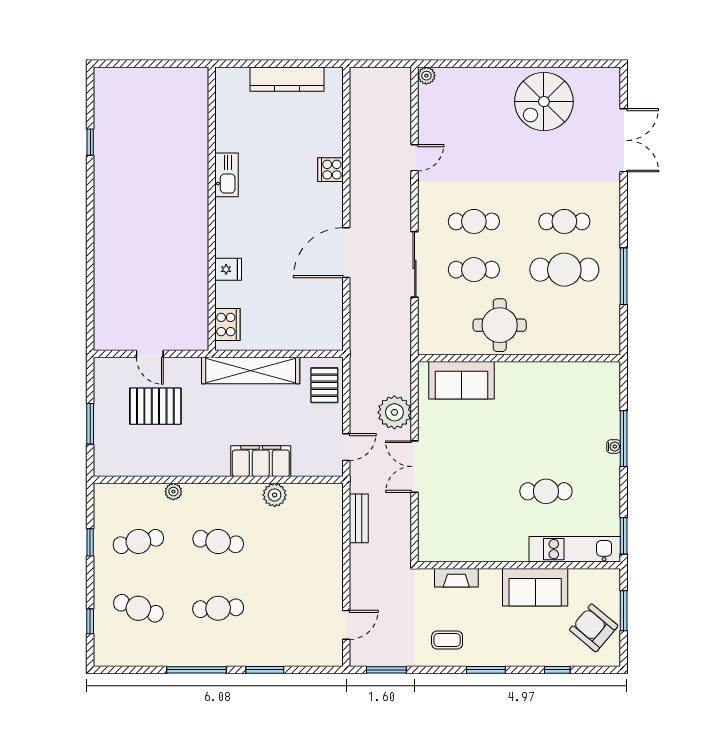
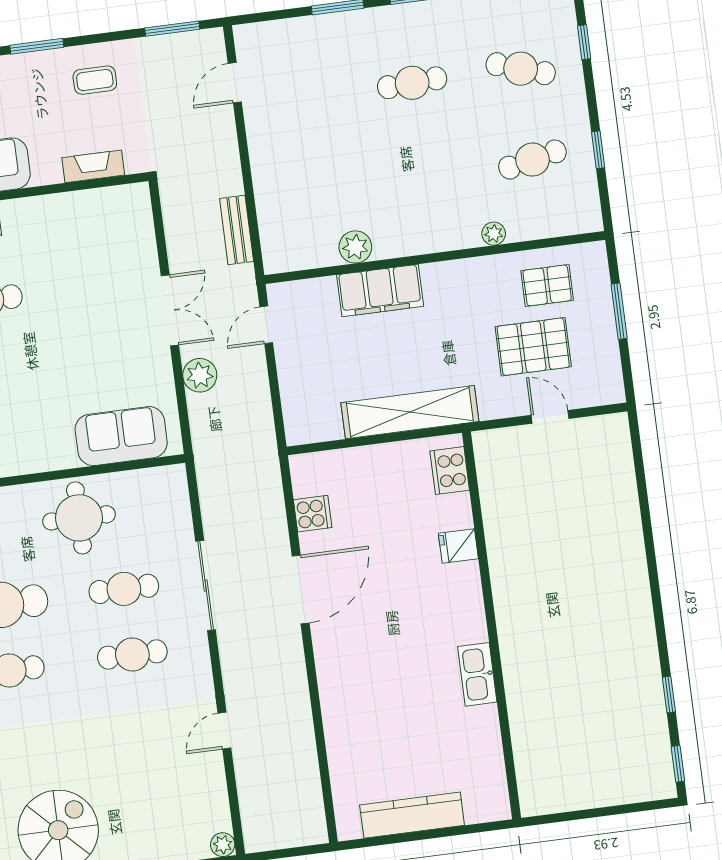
window: (90, 91) -> (678, 764), added
cooker: (330, 170) -> (313, 514), moved
pallet: (324, 385) -> (547, 285), moved, turned 90
plant: (394, 412) -> (200, 375), width x0.73, depth x0.73
cafe table: (218, 541) -> (424, 174), removed

